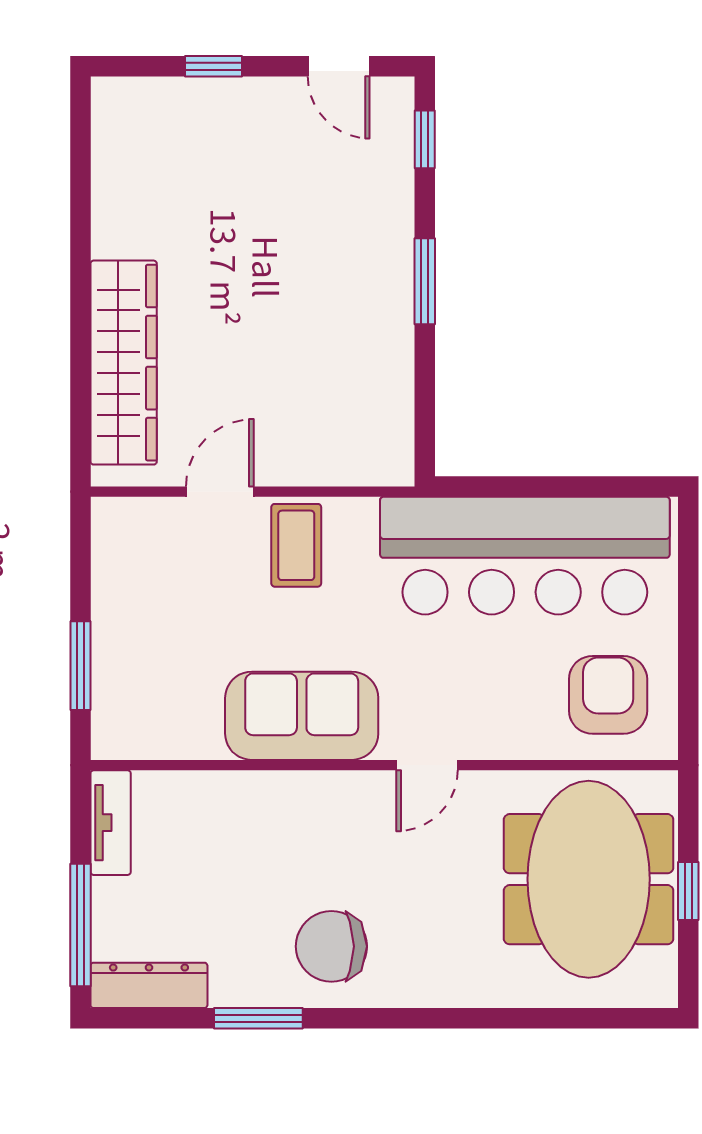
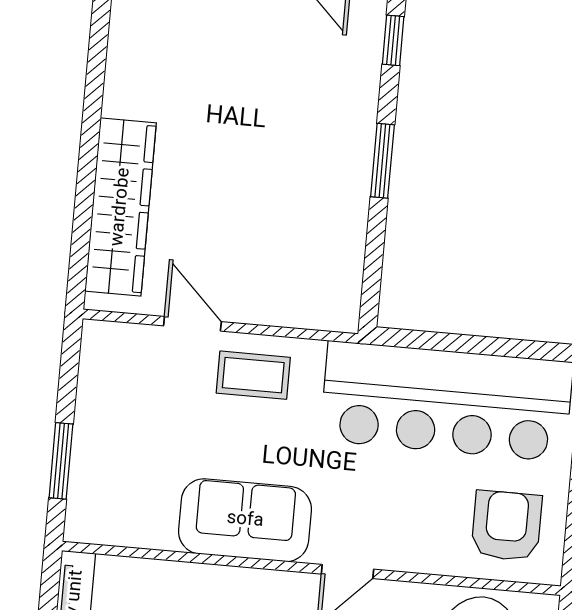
door: (220, 492) -> (192, 324), hinge flipped
coffee table: (296, 545) -> (253, 375), turned 90

